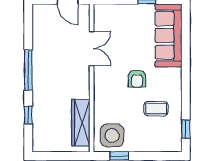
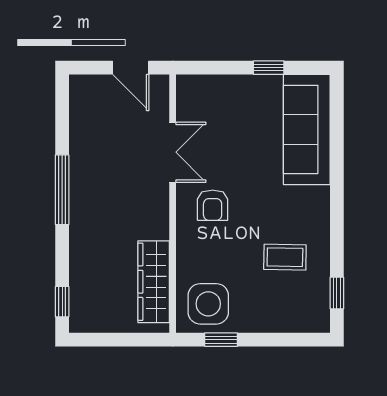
armchair: (137, 79) -> (213, 205), moved
window: (28, 115) -> (62, 302), moved

